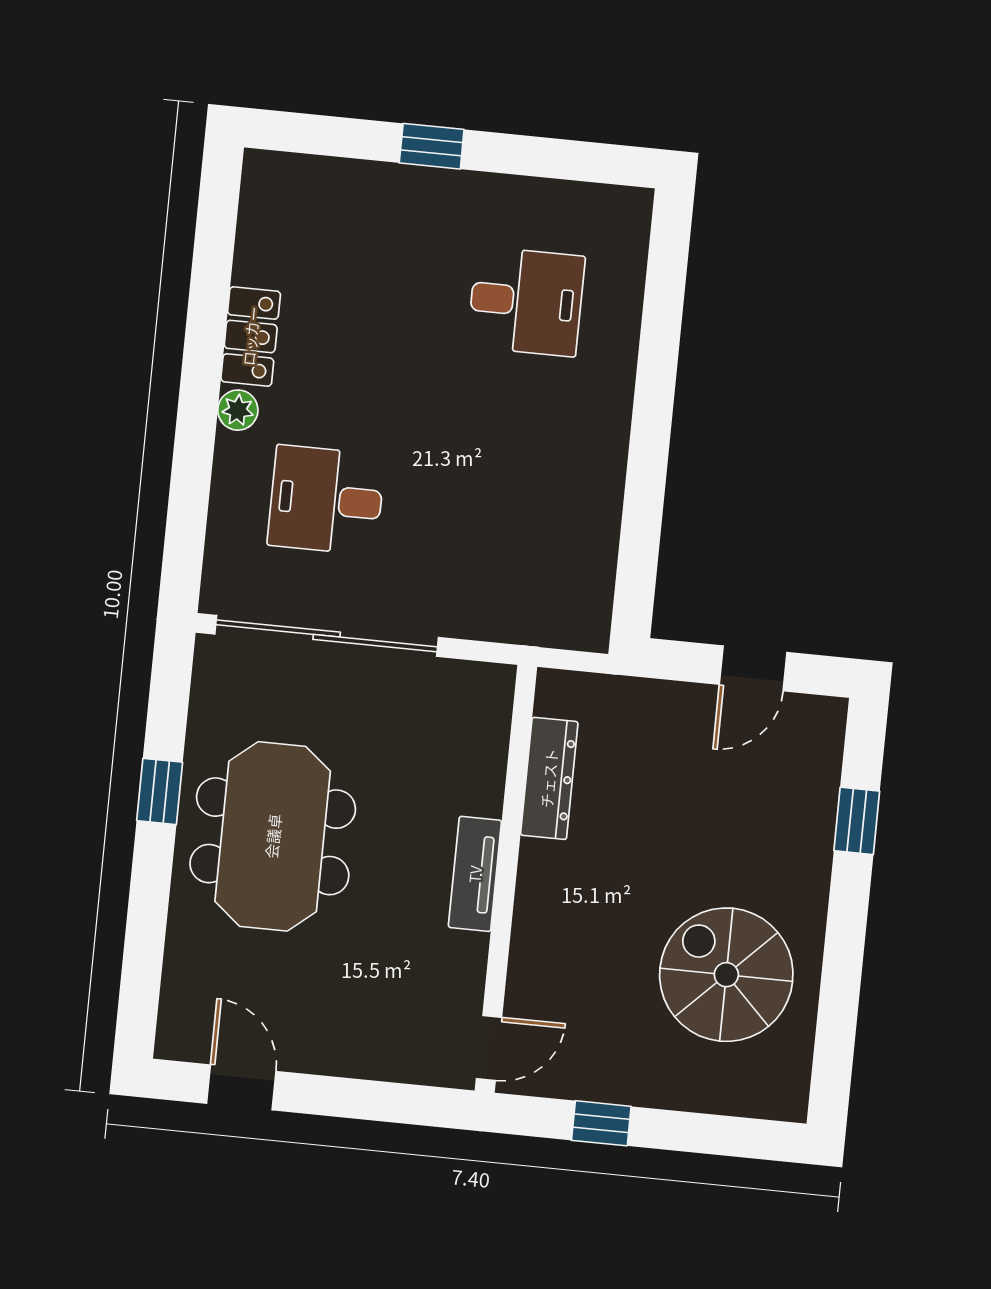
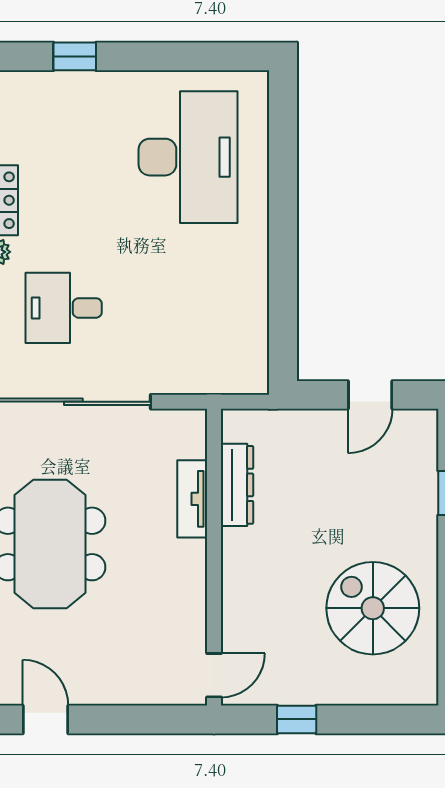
window: (432, 146) -> (75, 56), moved
desk: (526, 301) -> (188, 157), width x1.87, depth x1.30
tv unit: (475, 874) -> (192, 499), moved

